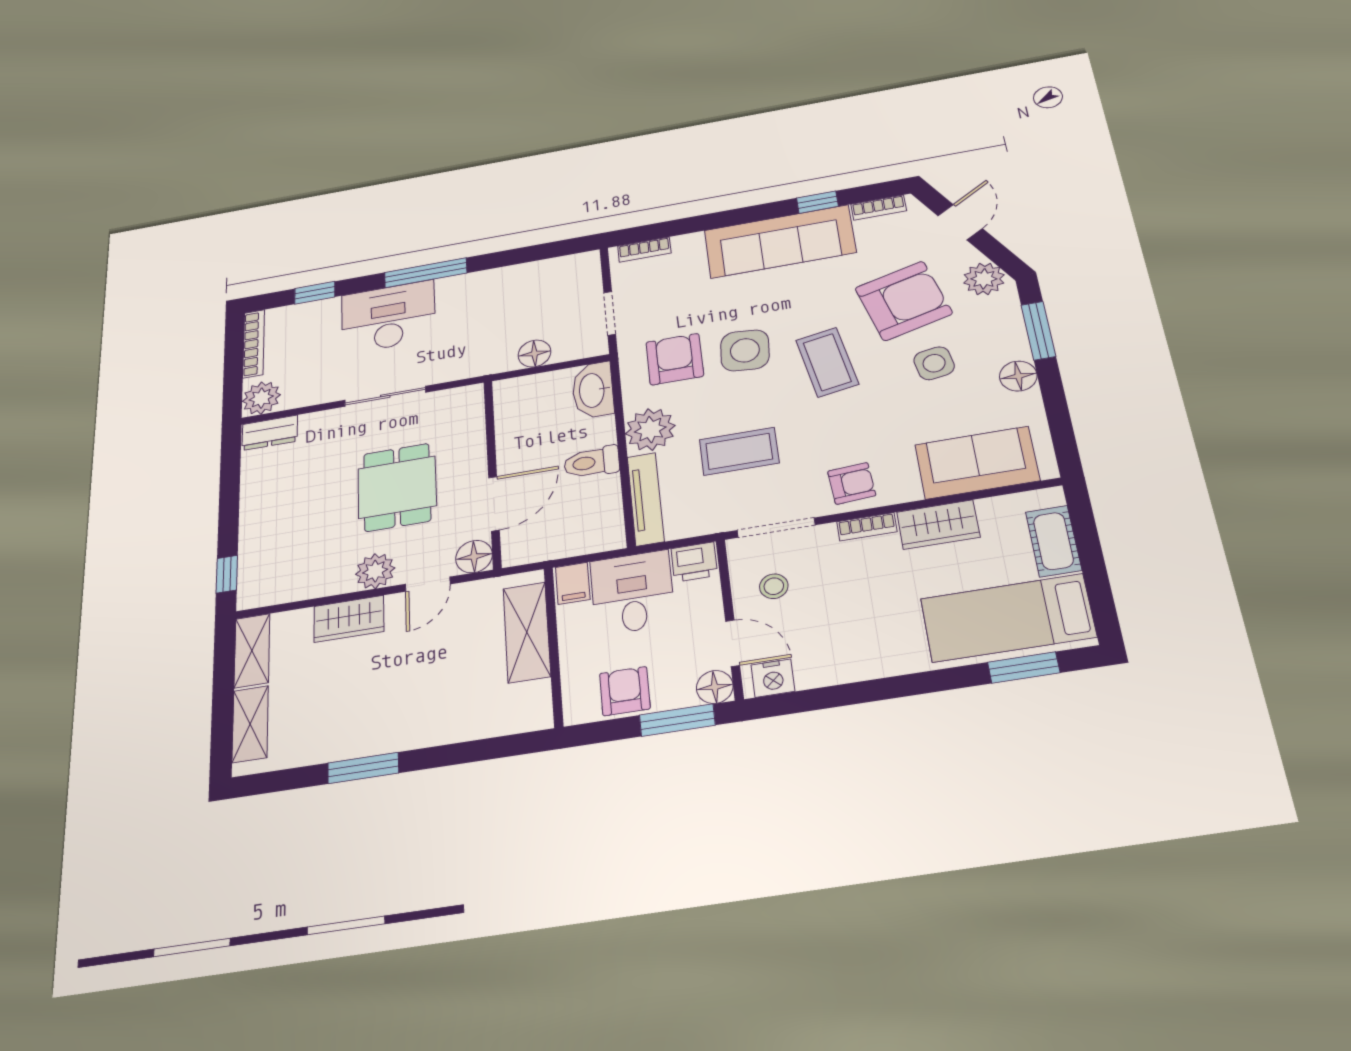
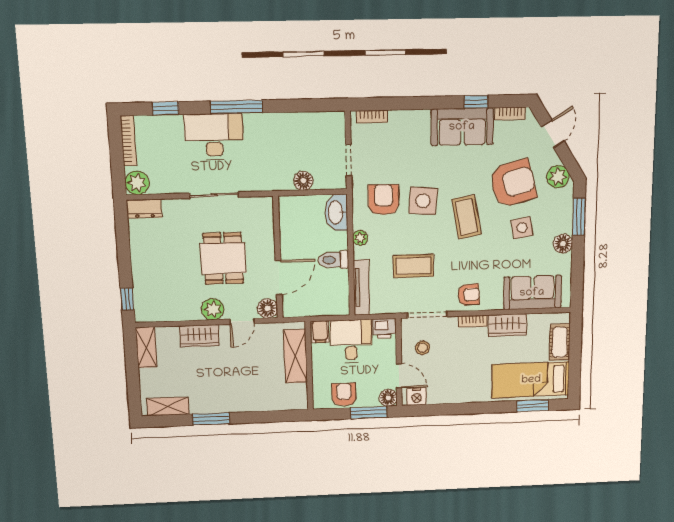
sofa: (780, 241) -> (462, 127), width x0.73
plant: (650, 430) -> (360, 238), width x0.53, depth x0.53
shelving: (250, 724) -> (168, 406), moved, turned 90

